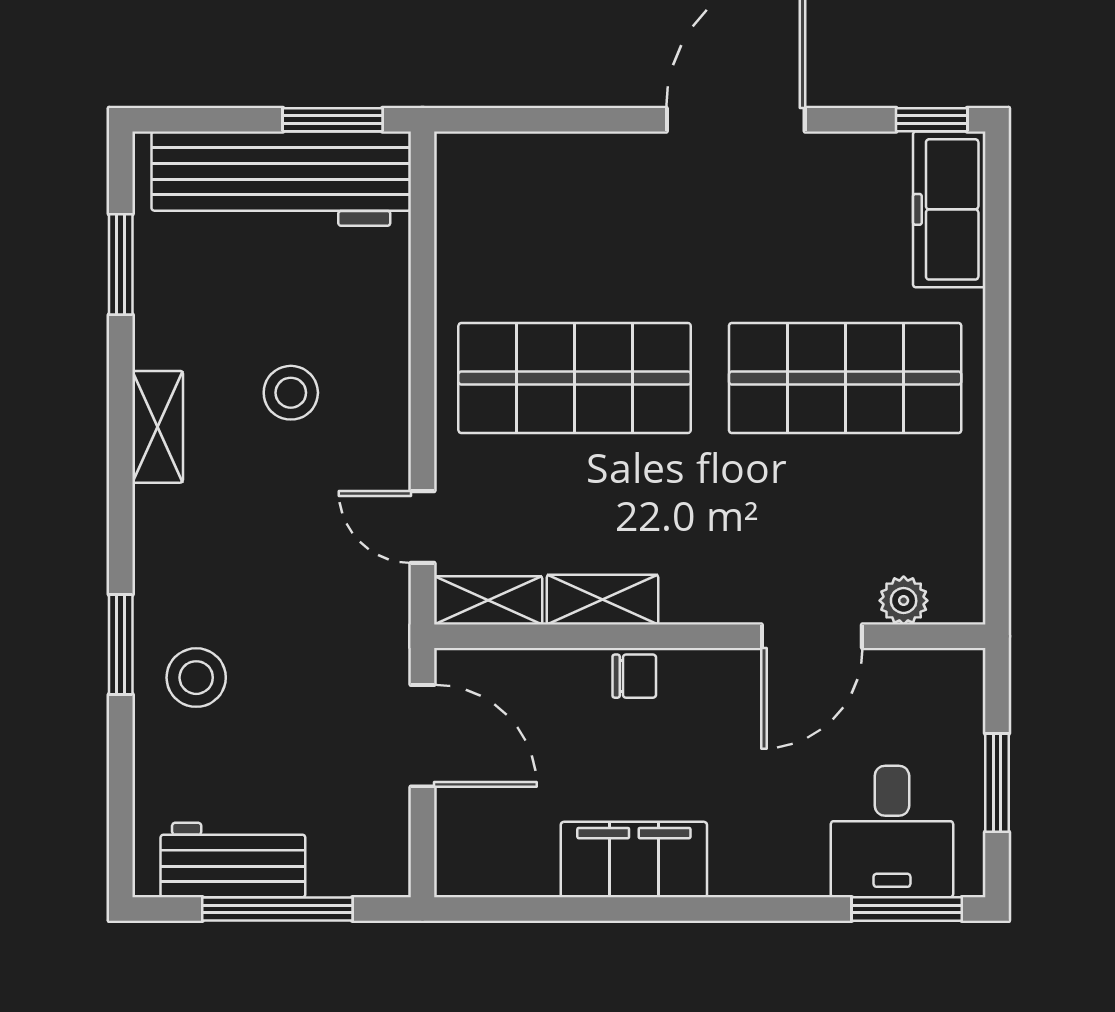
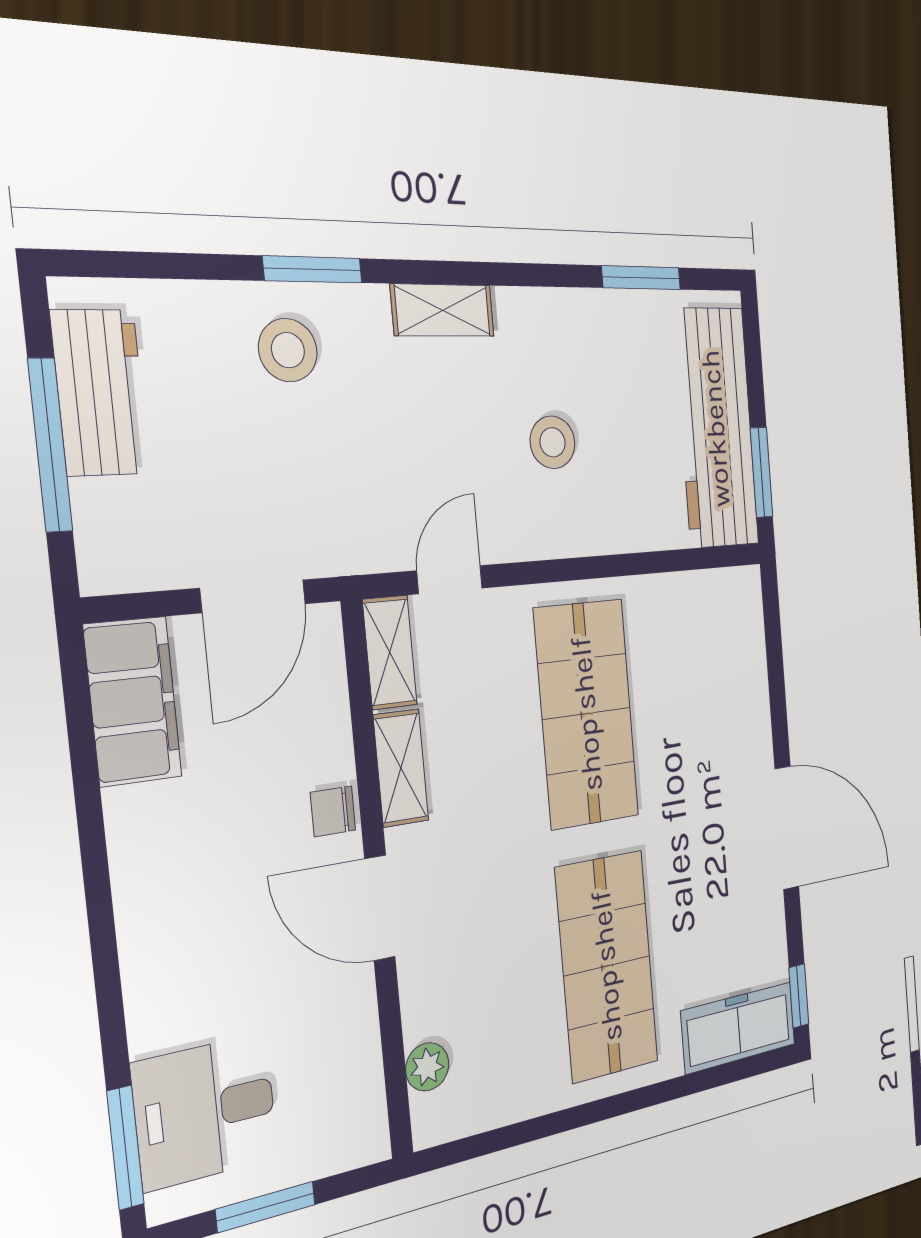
shelving: (158, 427) -> (443, 310), moved
door: (812, 636) -> (380, 908), moved
chair: (634, 676) -> (333, 811), turned 90
filing cabinet: (634, 860) -> (133, 701), moved

